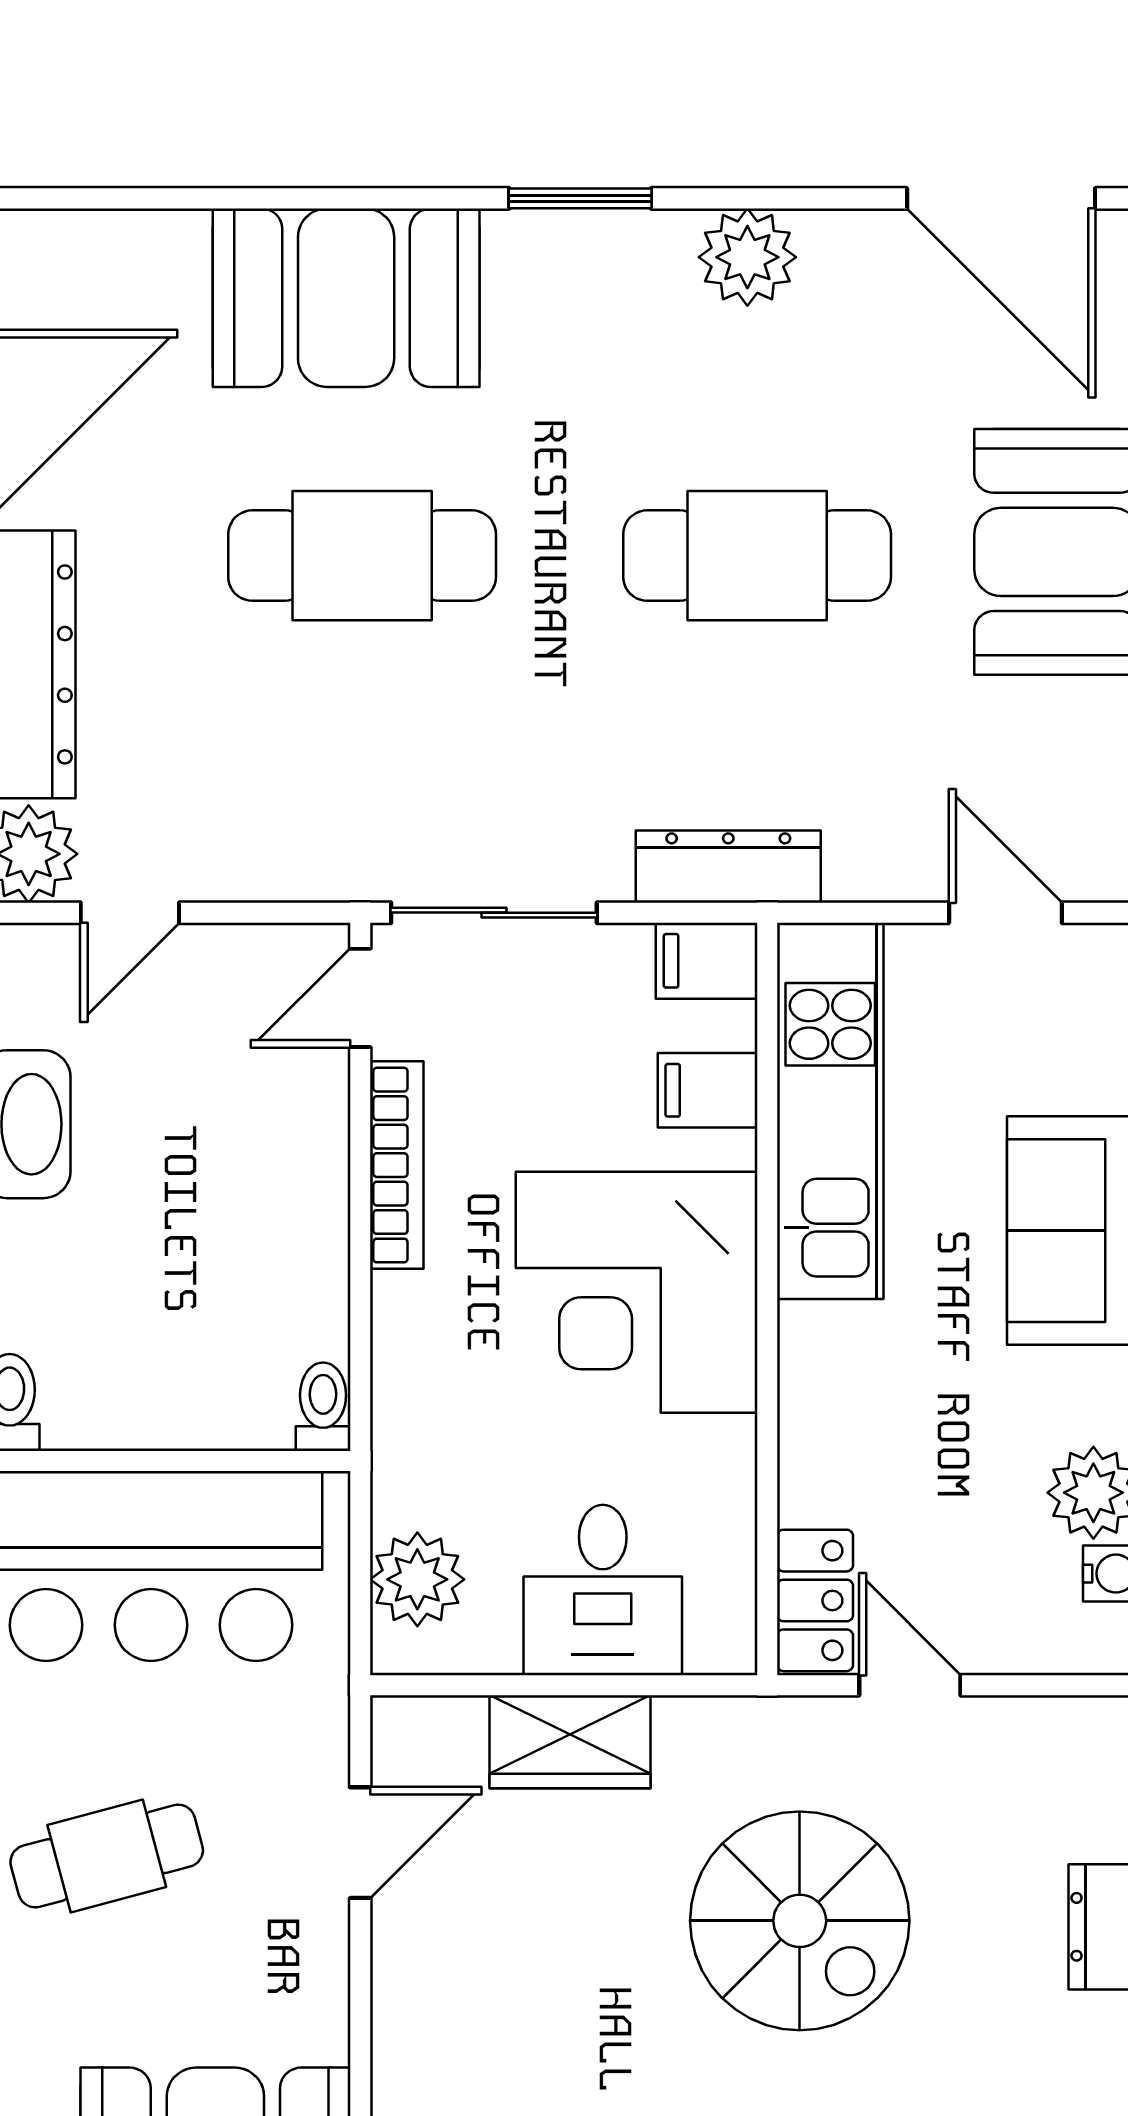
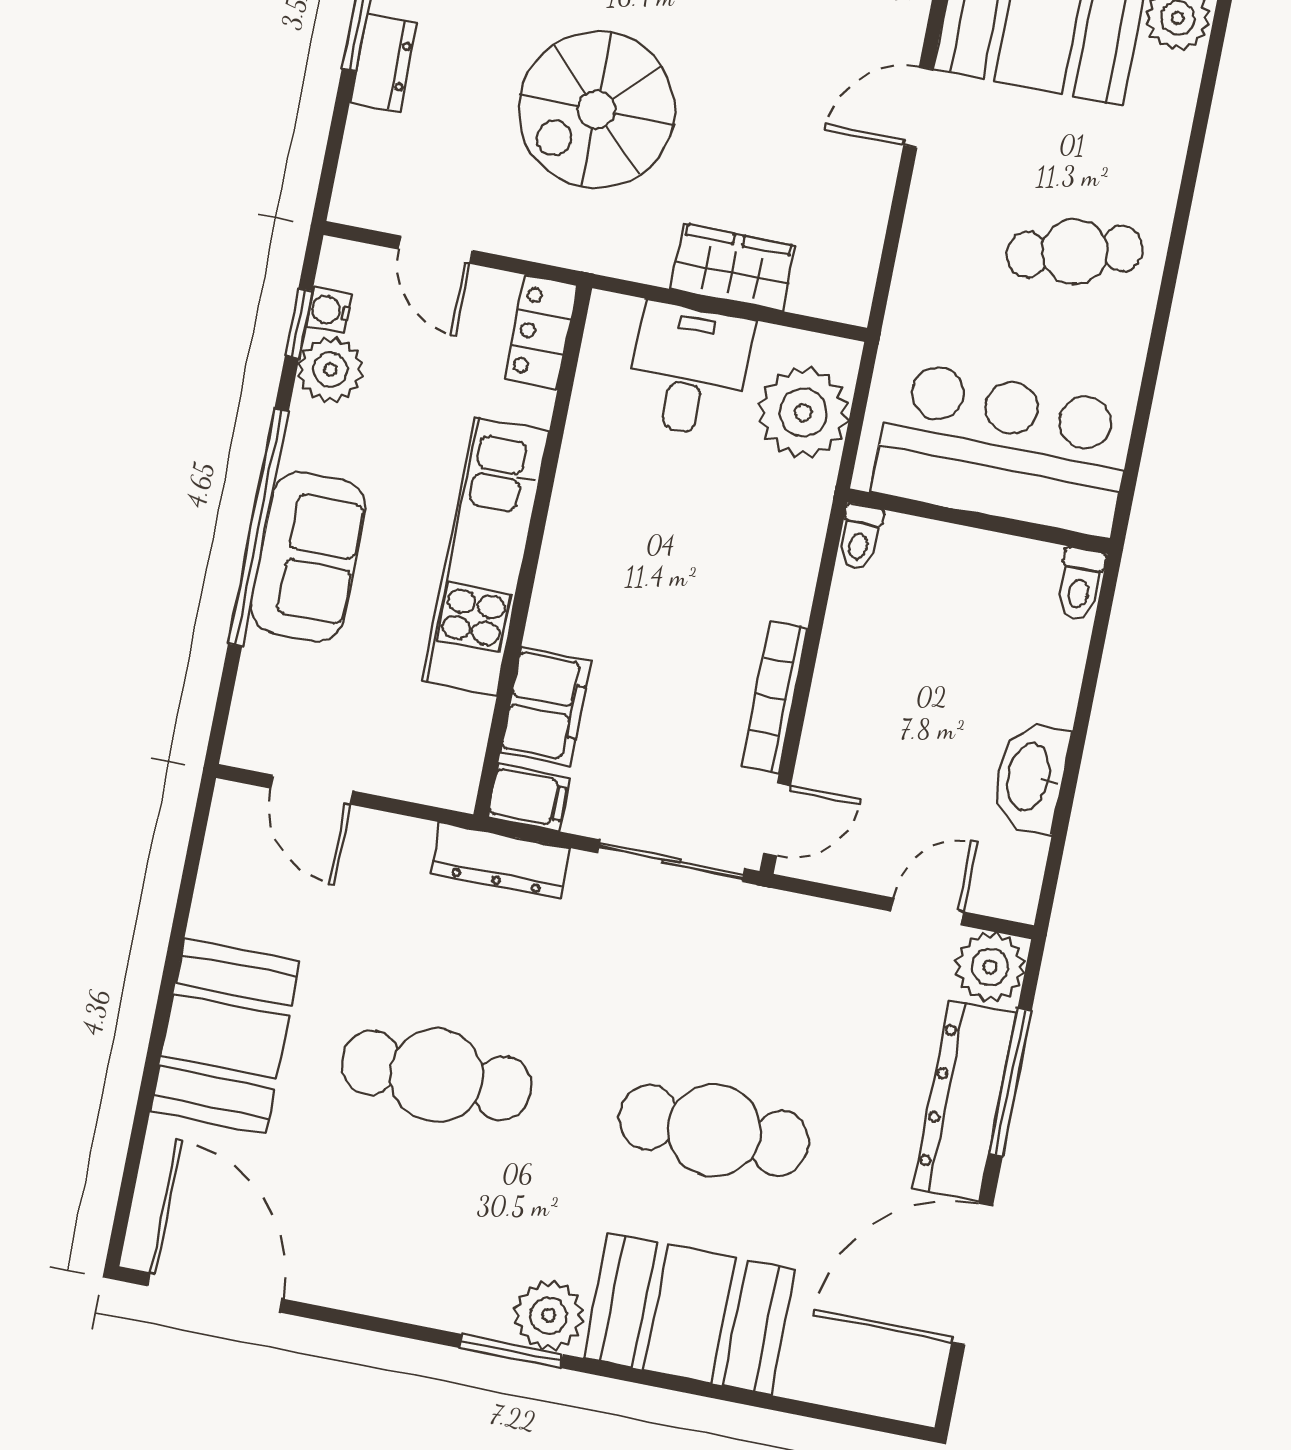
plant: (747, 257) -> (549, 1316), moved
filing cabinet: (708, 1090) -> (546, 706), width x2.00
kitchen unit: (830, 1111) -> (486, 556), moved
corner desk: (637, 1292) -> (624, 574), removed
plant: (417, 1579) -> (803, 413), width x1.36, depth x1.36
door: (910, 1685) -> (436, 250), moved
door: (360, 1843) -> (918, 107), moved
spiral stairs: (800, 1921) -> (596, 110), turned -90

